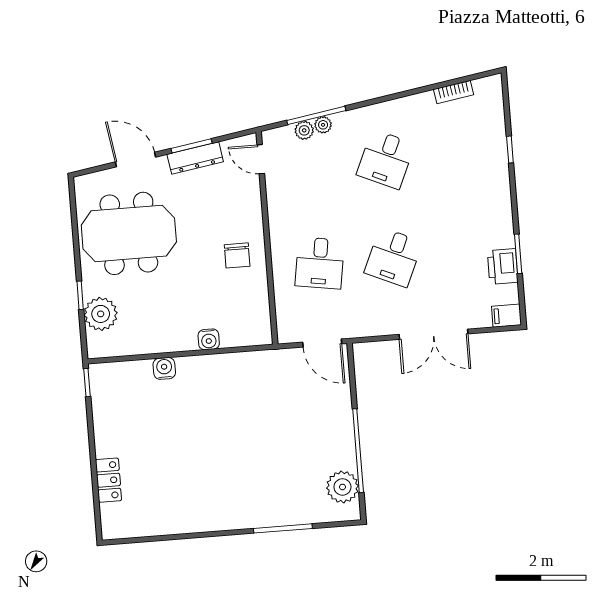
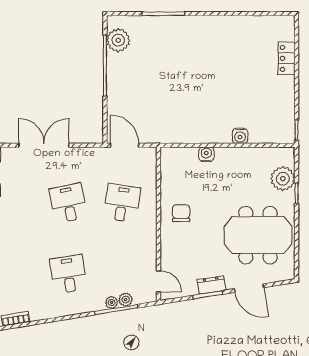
dresser: (195, 158) -> (212, 285), width x0.70
desk: (386, 159) -> (68, 274), turned -33
desk: (393, 257) -> (68, 203), turned -36

